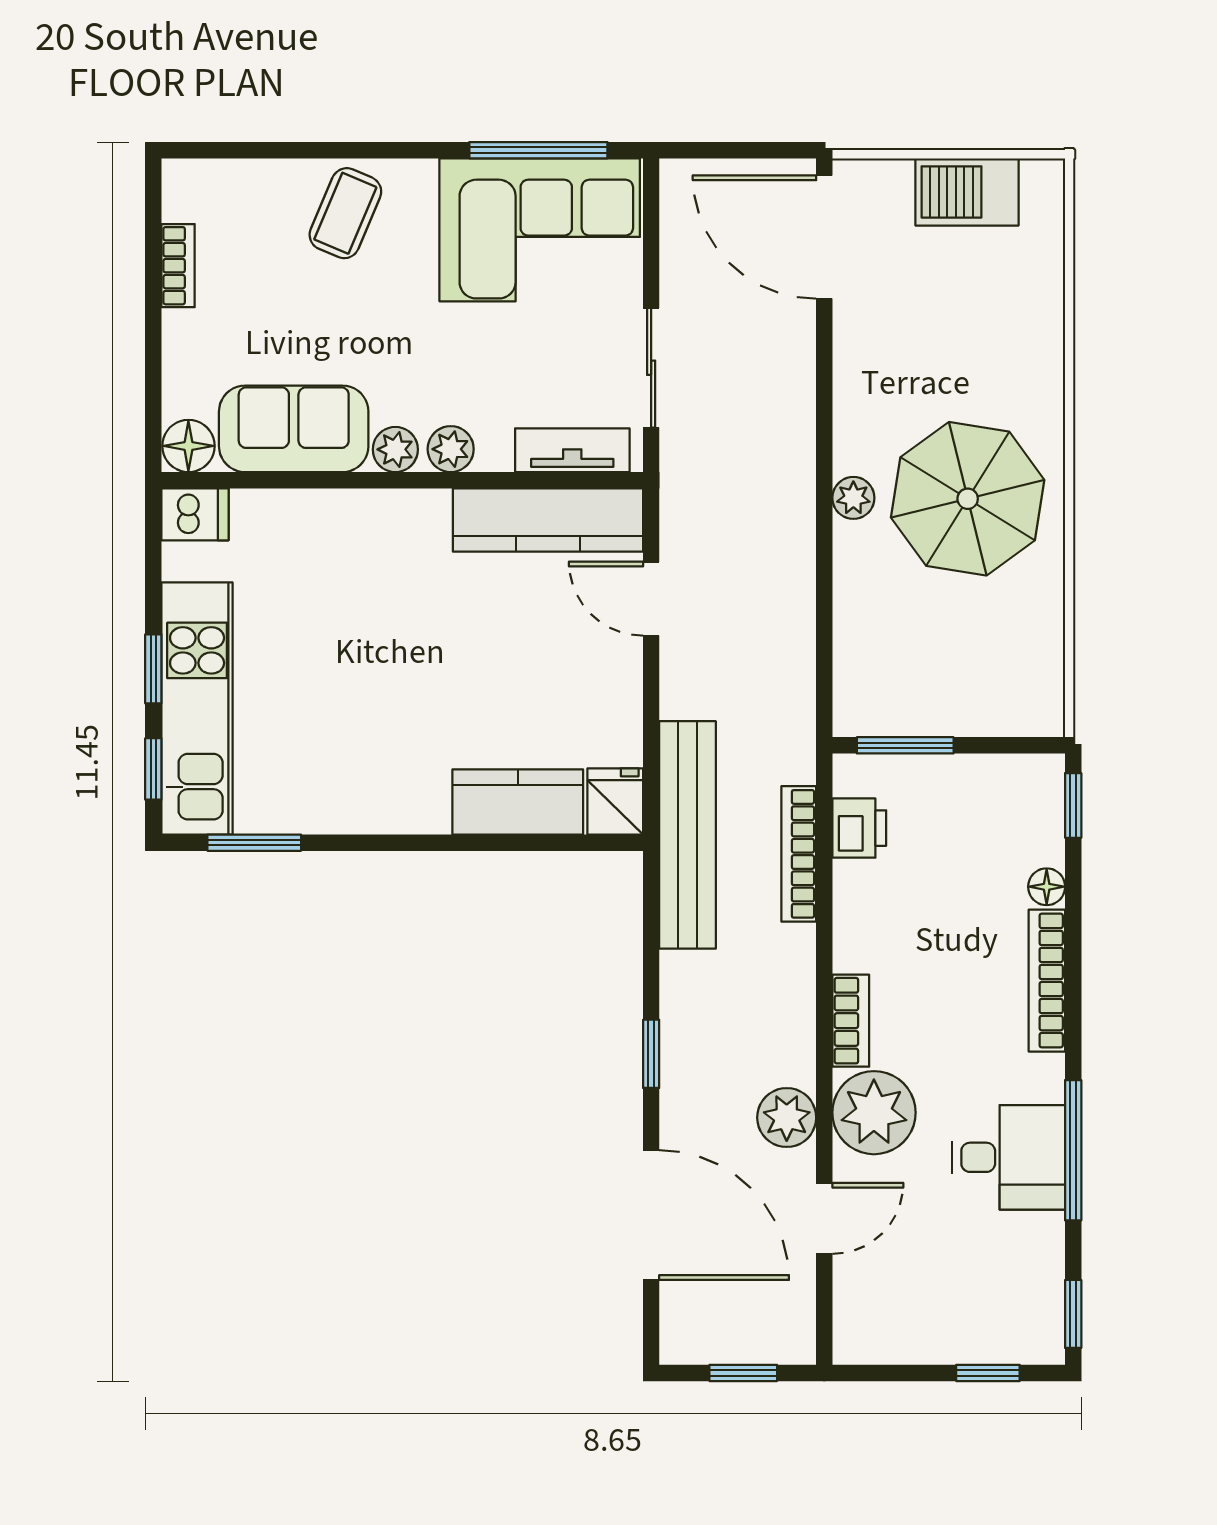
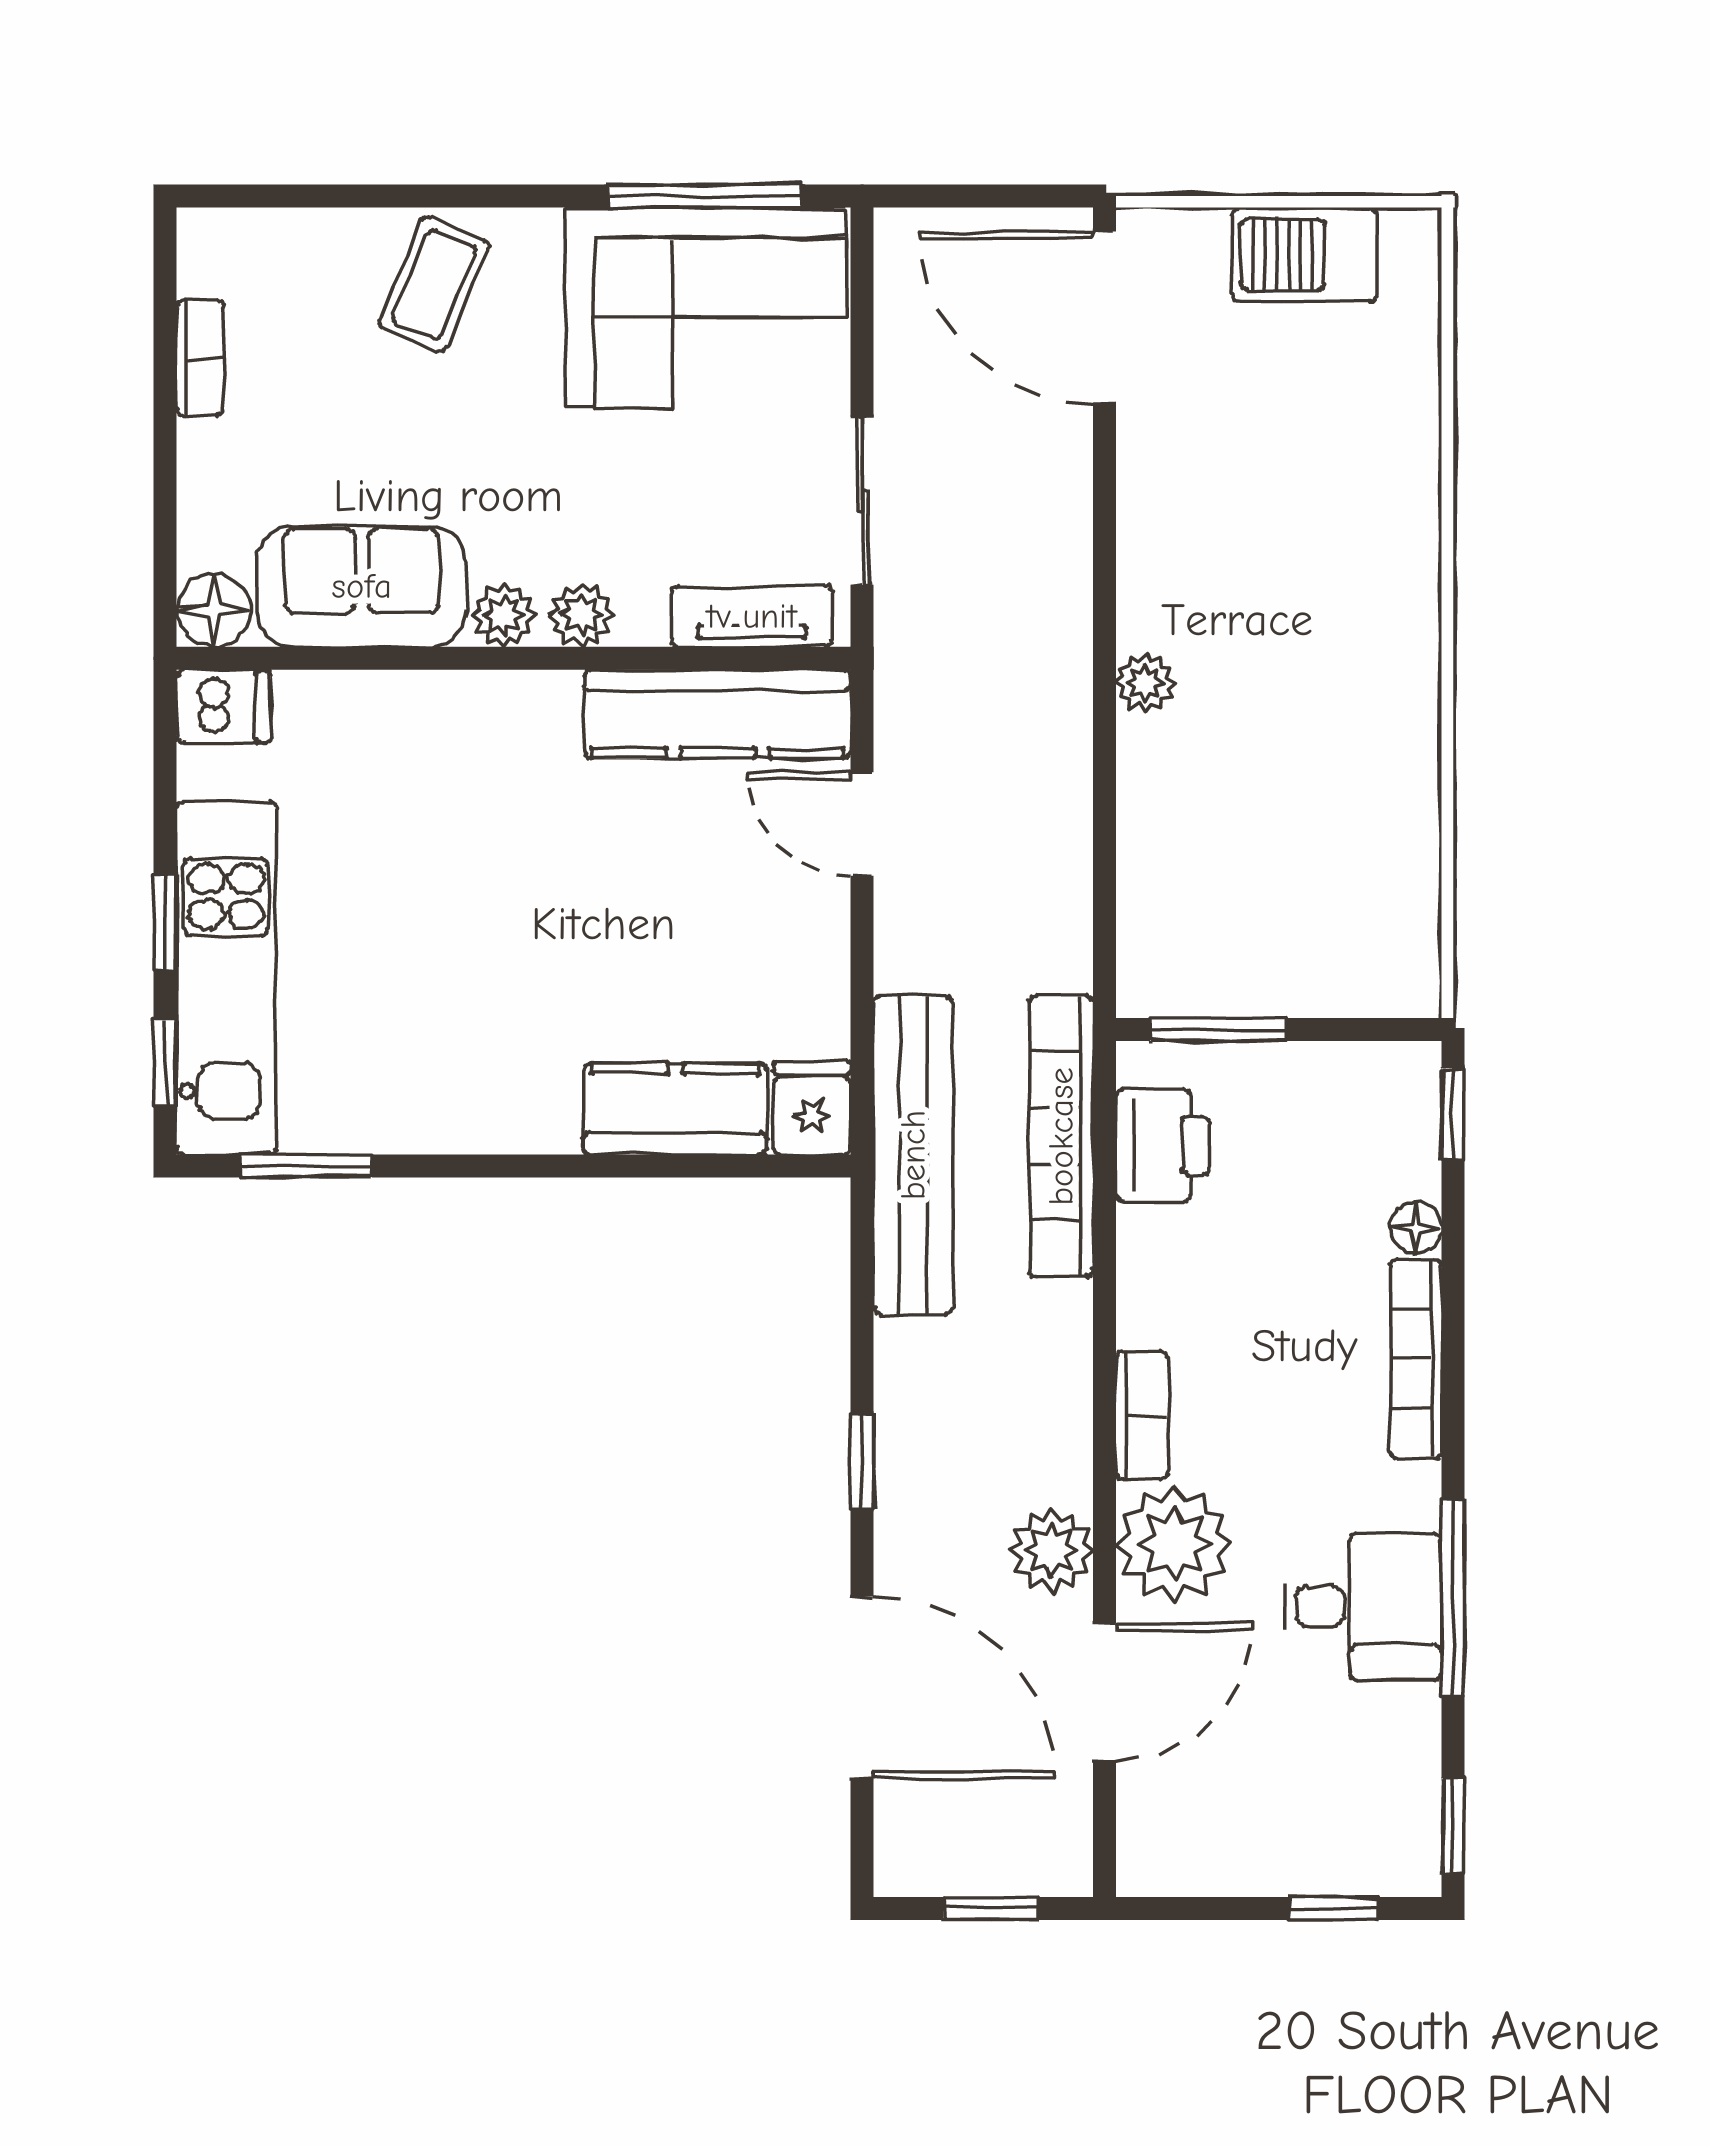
parasol: (968, 499) -> (1305, 684), removed
printer: (859, 828) -> (1163, 1145), width x1.36, depth x1.24
bookcase: (799, 854) -> (1061, 1136), width x1.48, depth x1.31
door: (824, 1218) -> (1104, 1692), width x1.38

